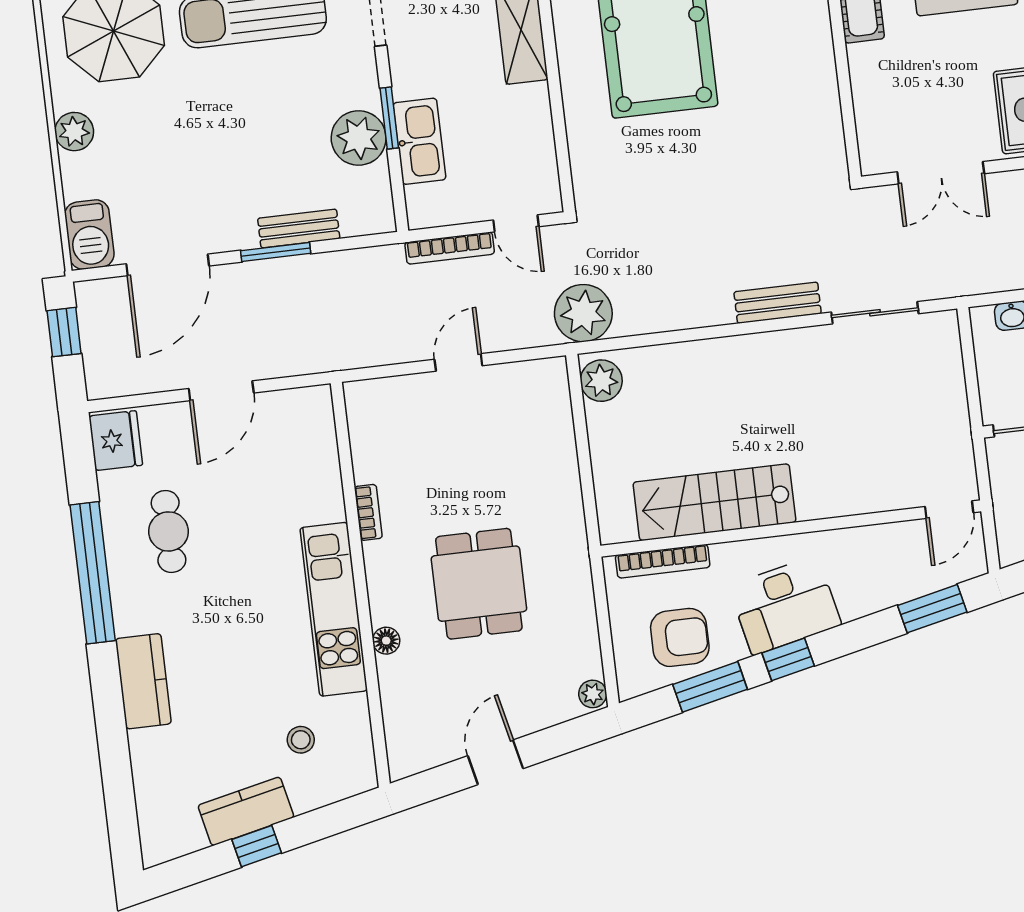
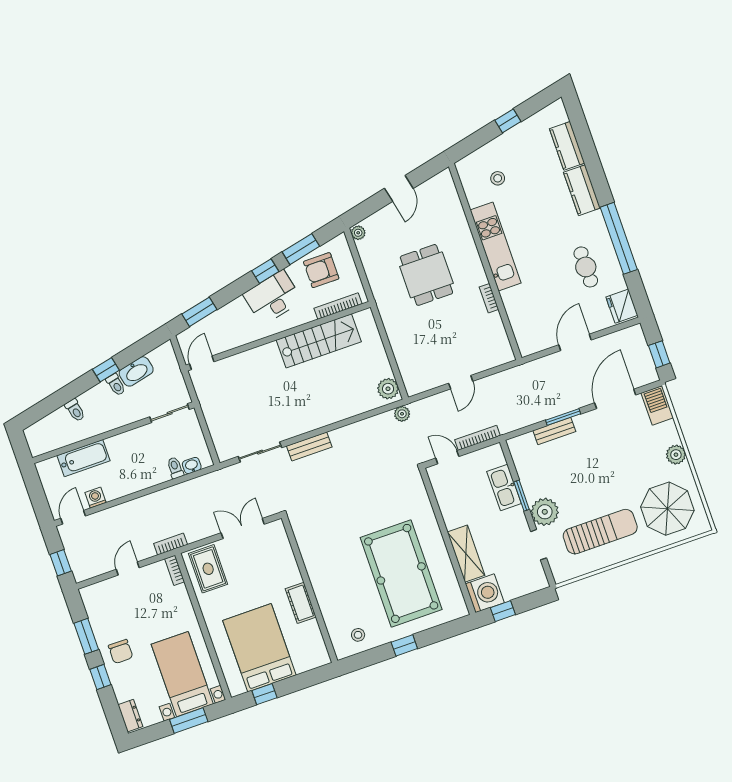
plant: (359, 138) -> (545, 512), moved
plant: (583, 313) -> (402, 414), width x0.53, depth x0.53
floor lamp: (386, 641) -> (466, 237), removed
kitchen counter: (246, 811) -> (567, 146), moved, turned 103

